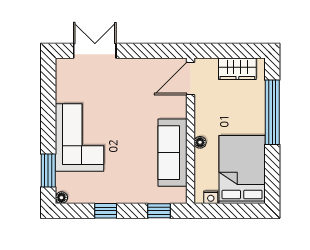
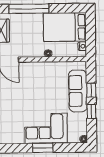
sofa: (173, 153) -> (78, 91), moved, turned 90
window: (48, 171) -> (43, 148), moved
window: (159, 211) -> (91, 90), moved

